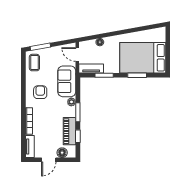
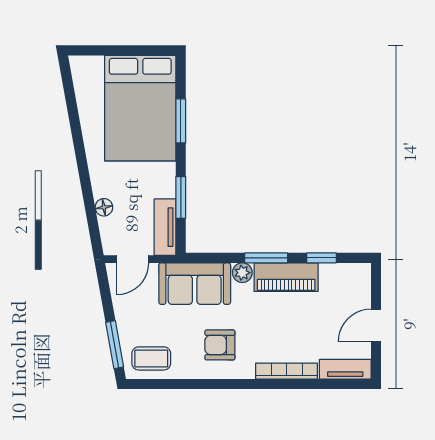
piano: (70, 131) -> (286, 277), moved
floor lamp: (62, 153) -> (360, 294), removed
door: (49, 160) -> (376, 325), swing flipped

